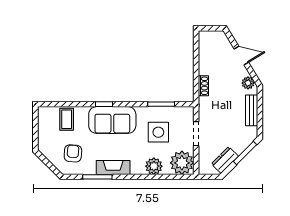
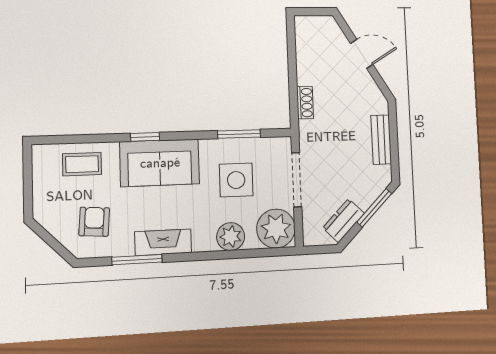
plant: (248, 83) -> (374, 96), removed
coffee table: (67, 119) -> (82, 164), turned 90
doorway: (196, 134) -> (297, 180), width x1.38

